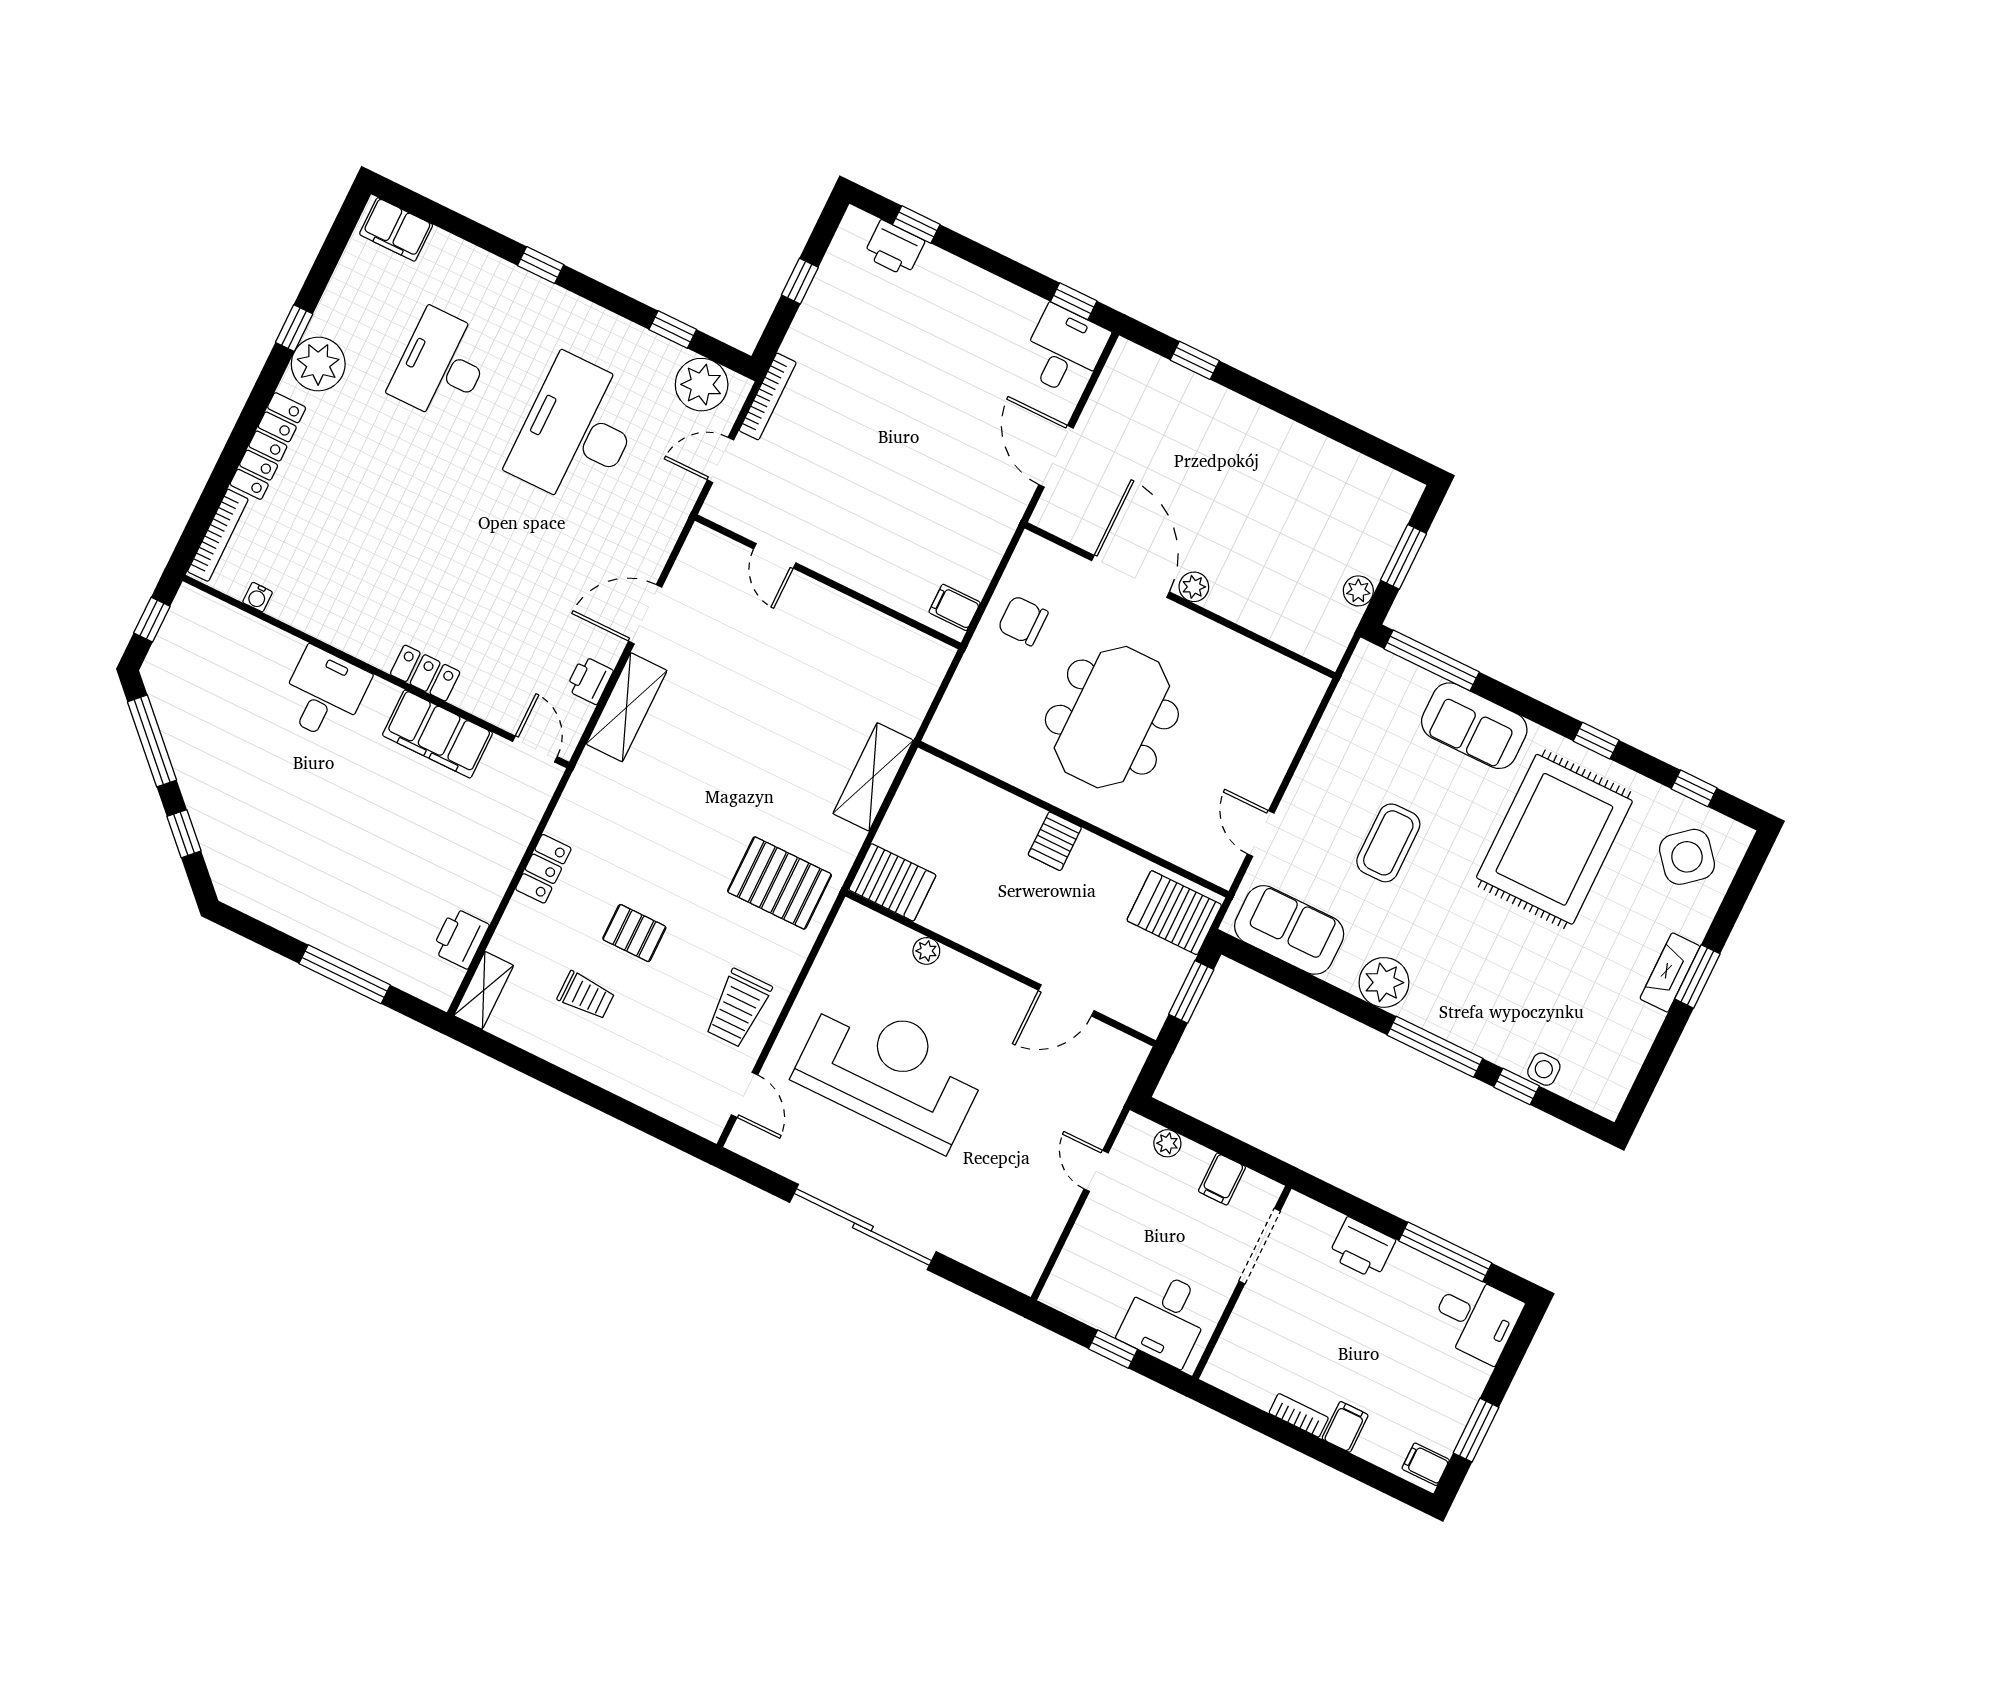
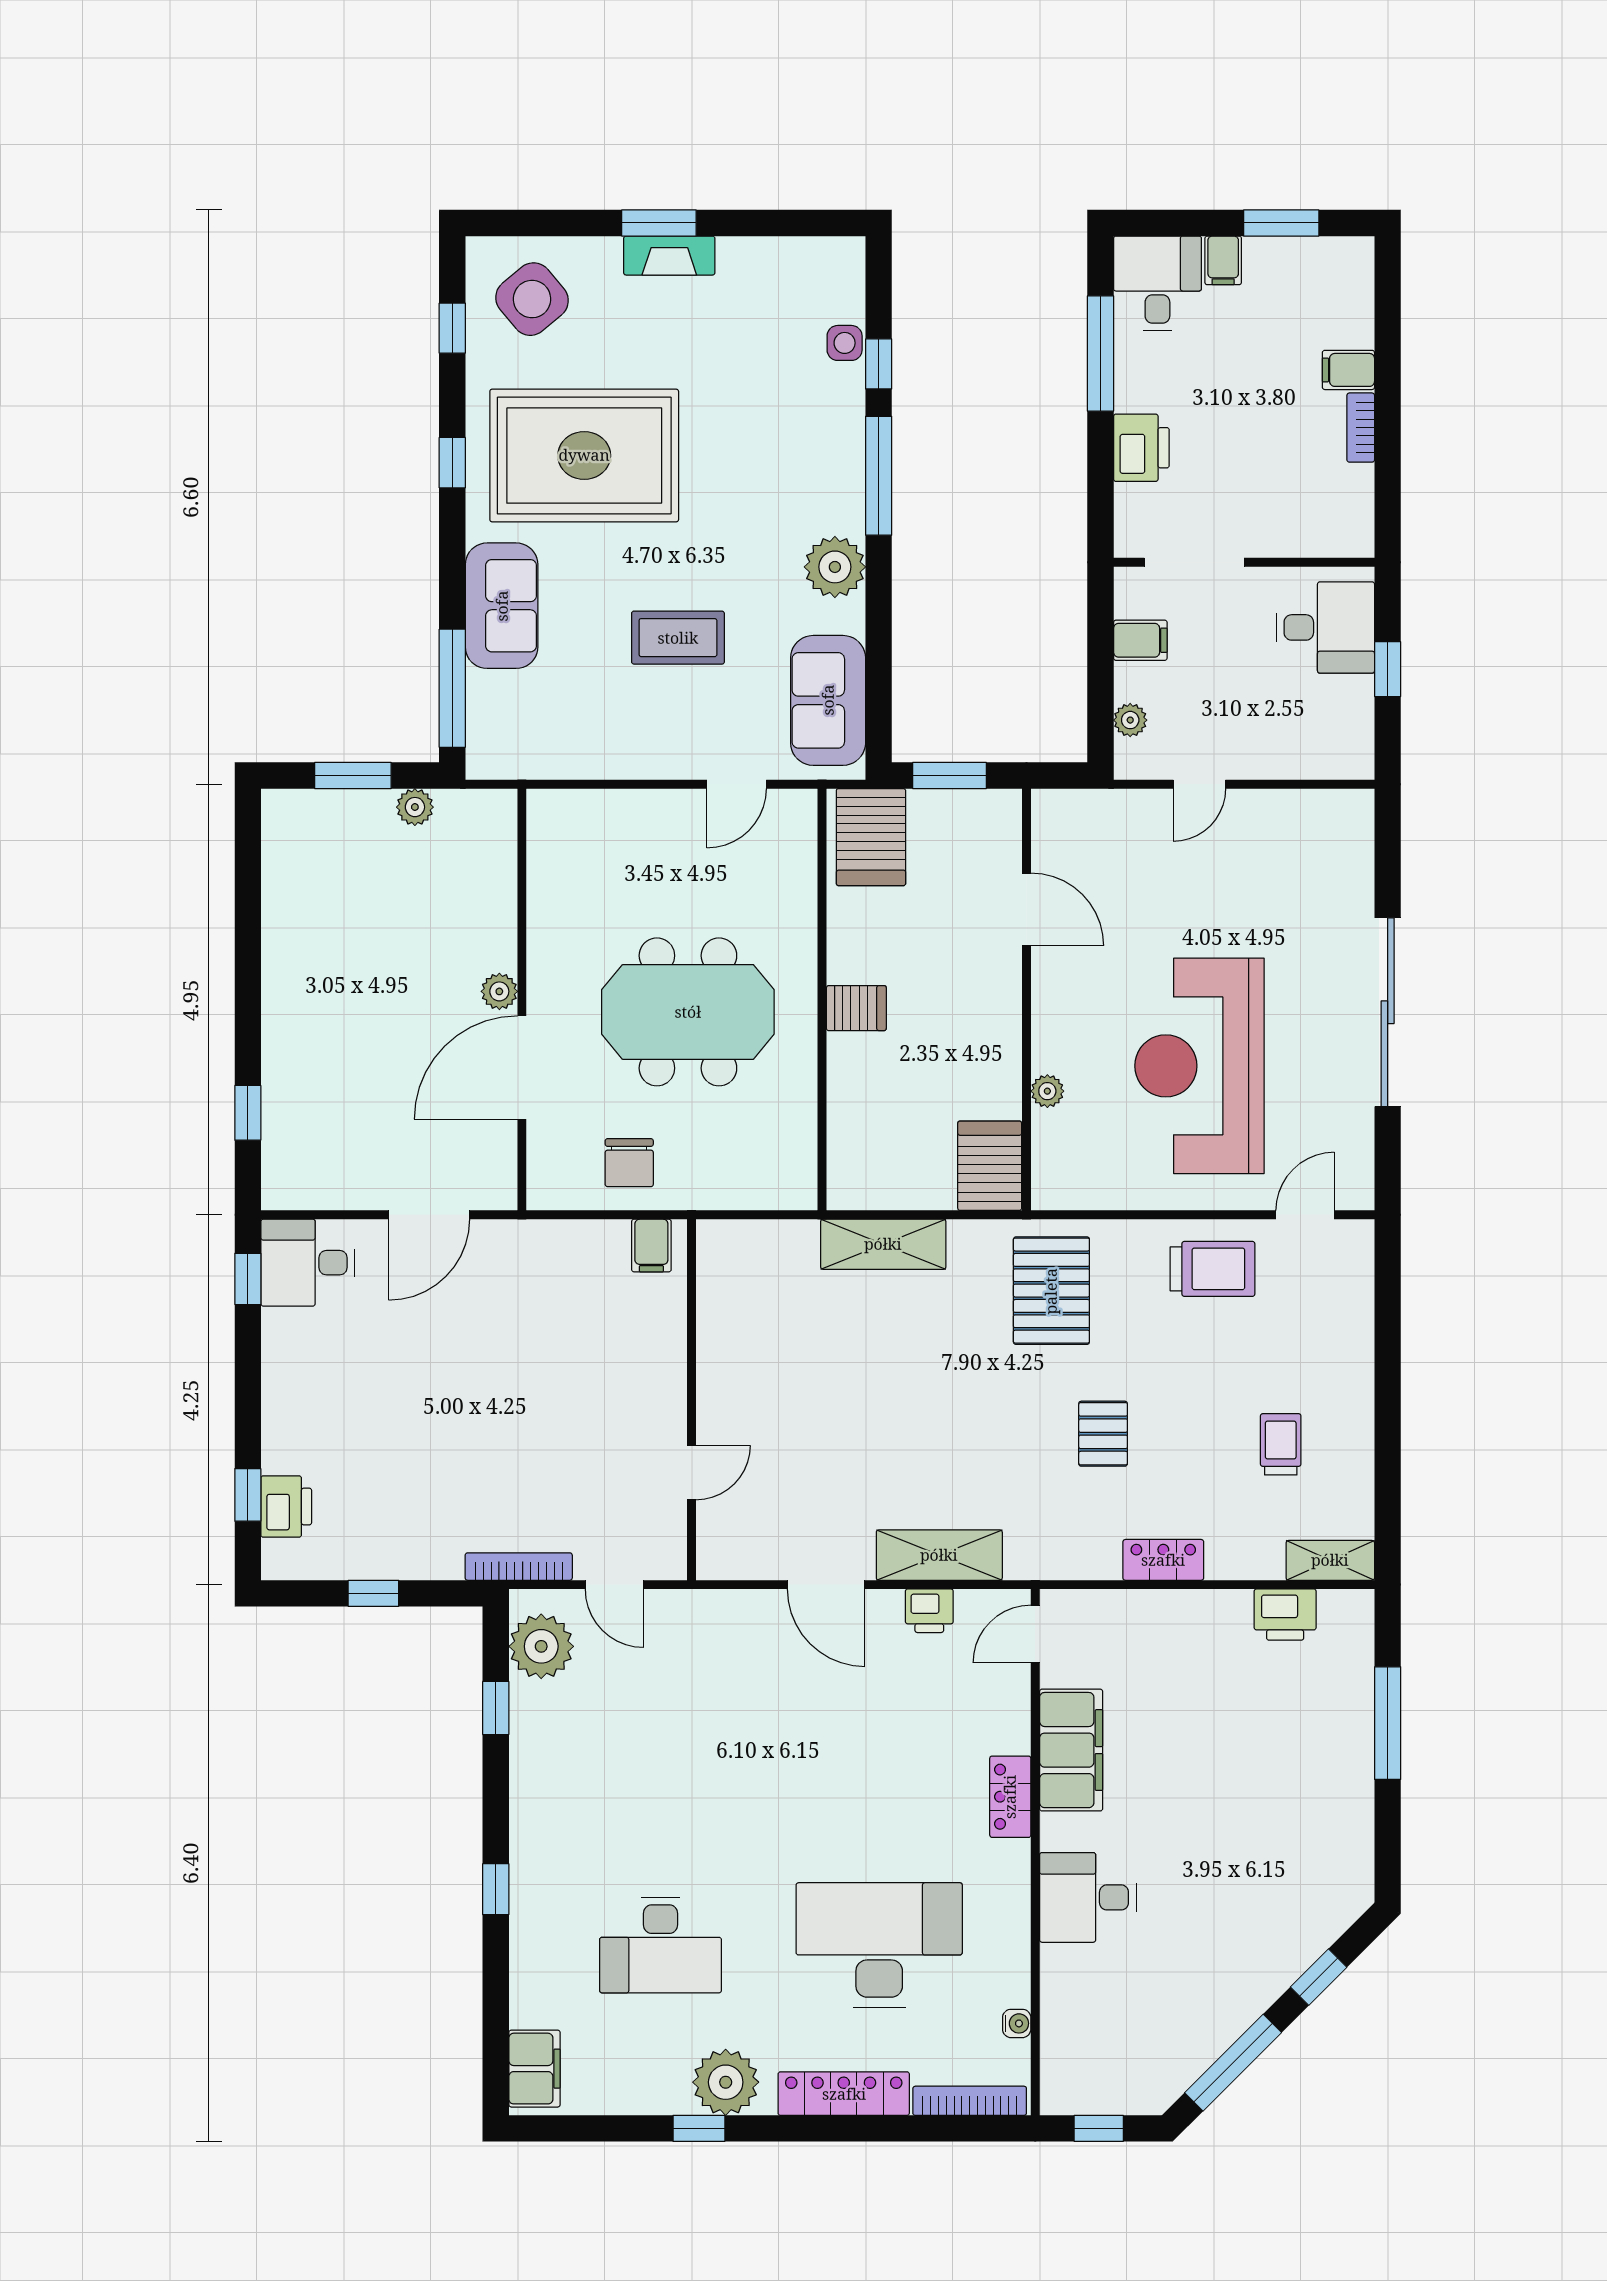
desk: (577, 431) -> (879, 1945), moved, turned 180
pallet: (634, 933) -> (1103, 1434), moved
filing cabinet: (1426, 1464) -> (1223, 260), moved

